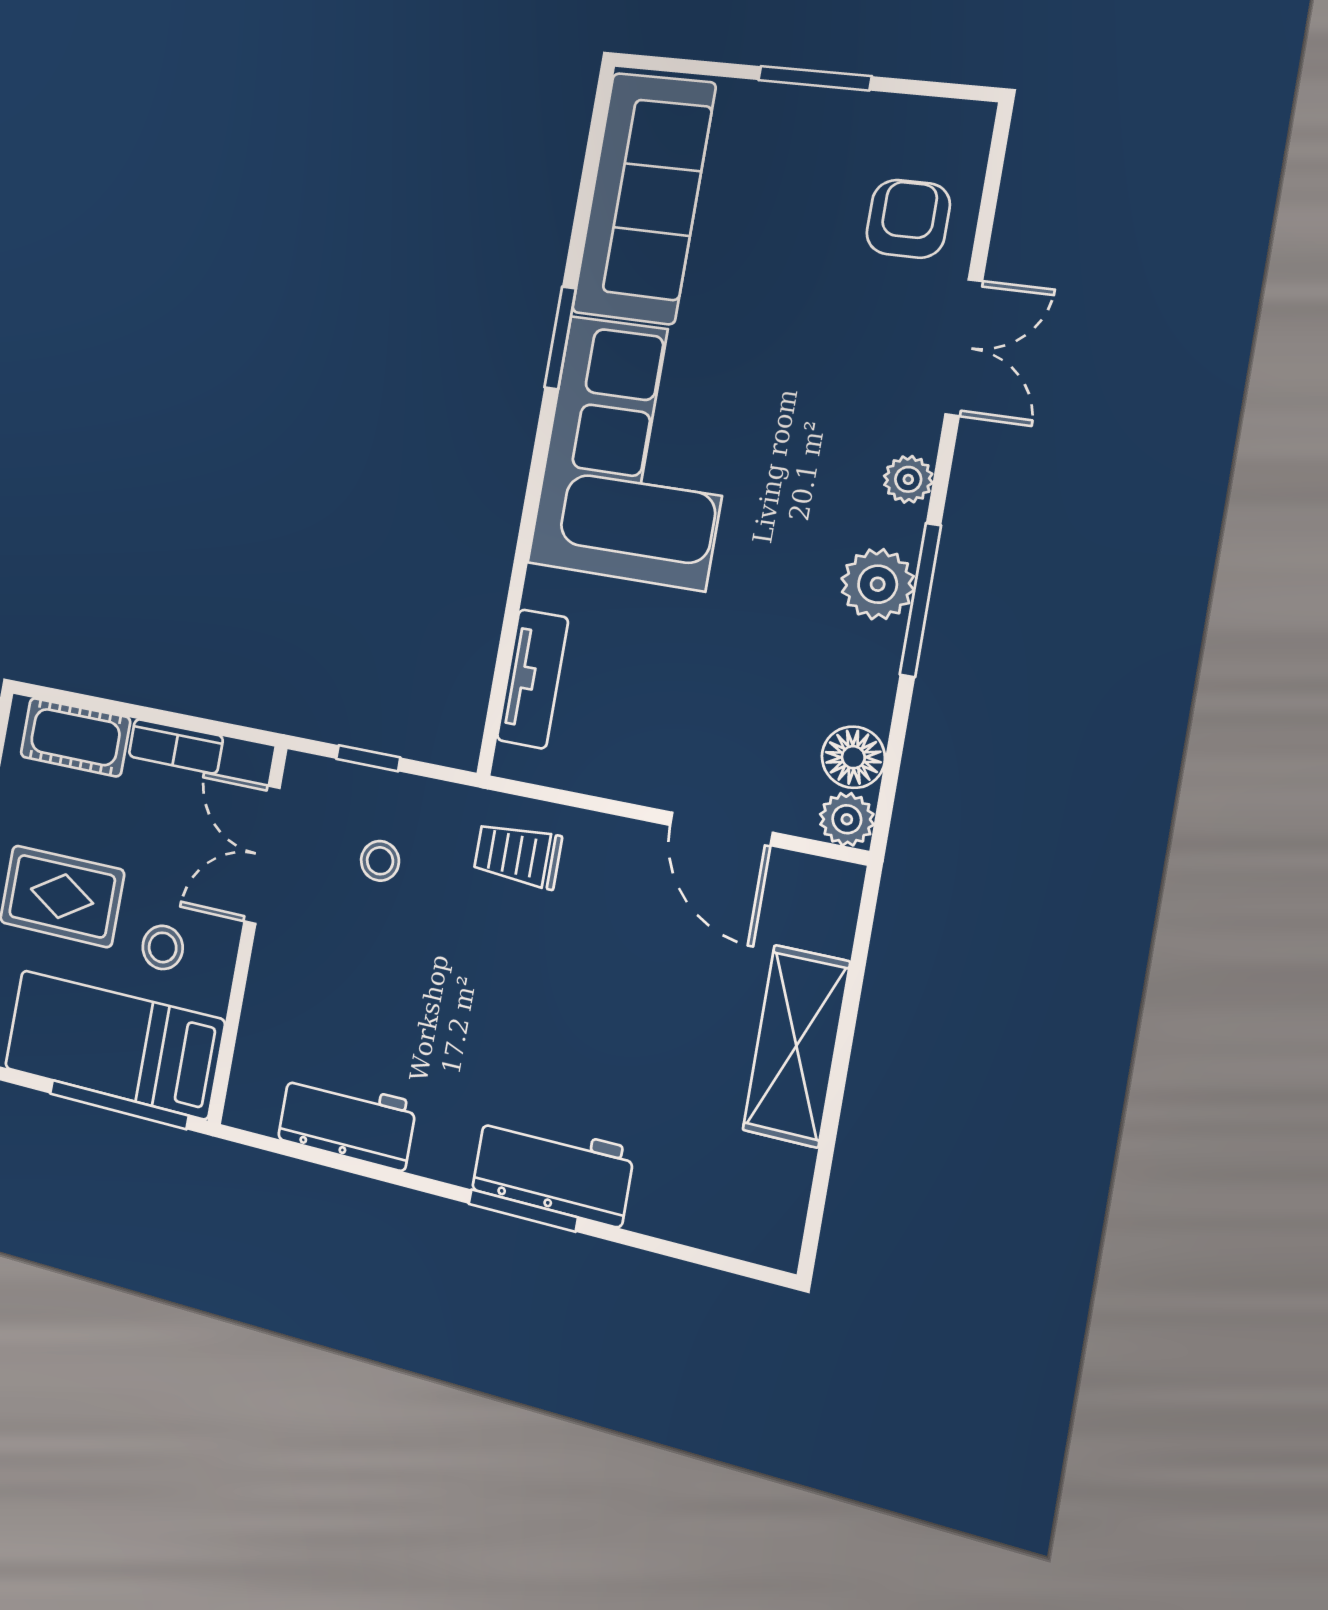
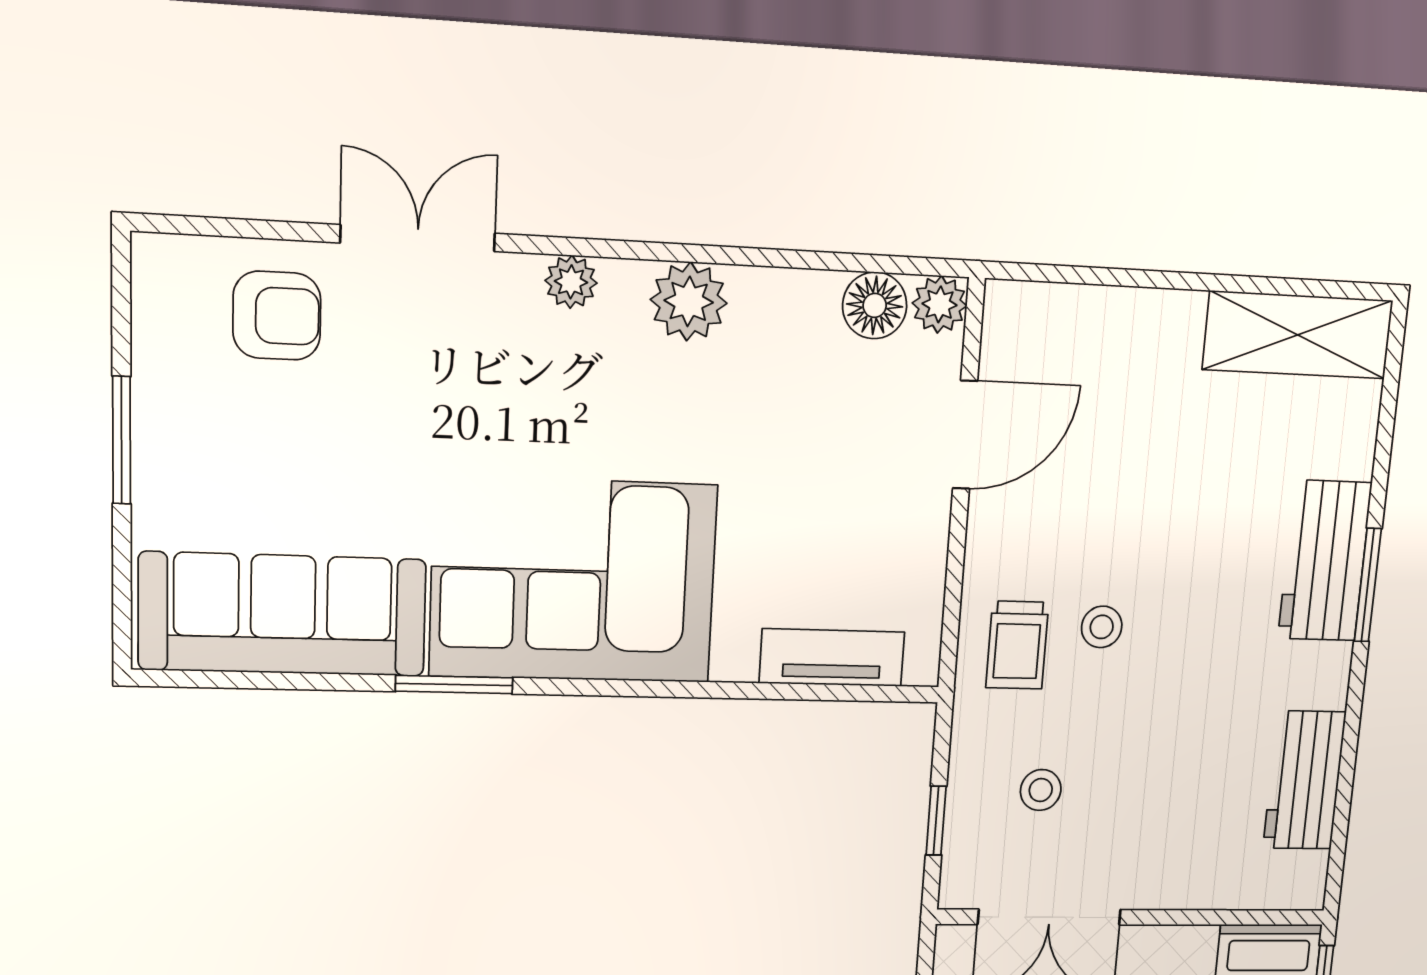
armchair: (908, 219) -> (277, 316), turned 180
window: (920, 600) -> (701, 254), removed
stool: (522, 939) -> (1102, 627), added
shelving: (796, 1046) -> (1298, 335), moved

